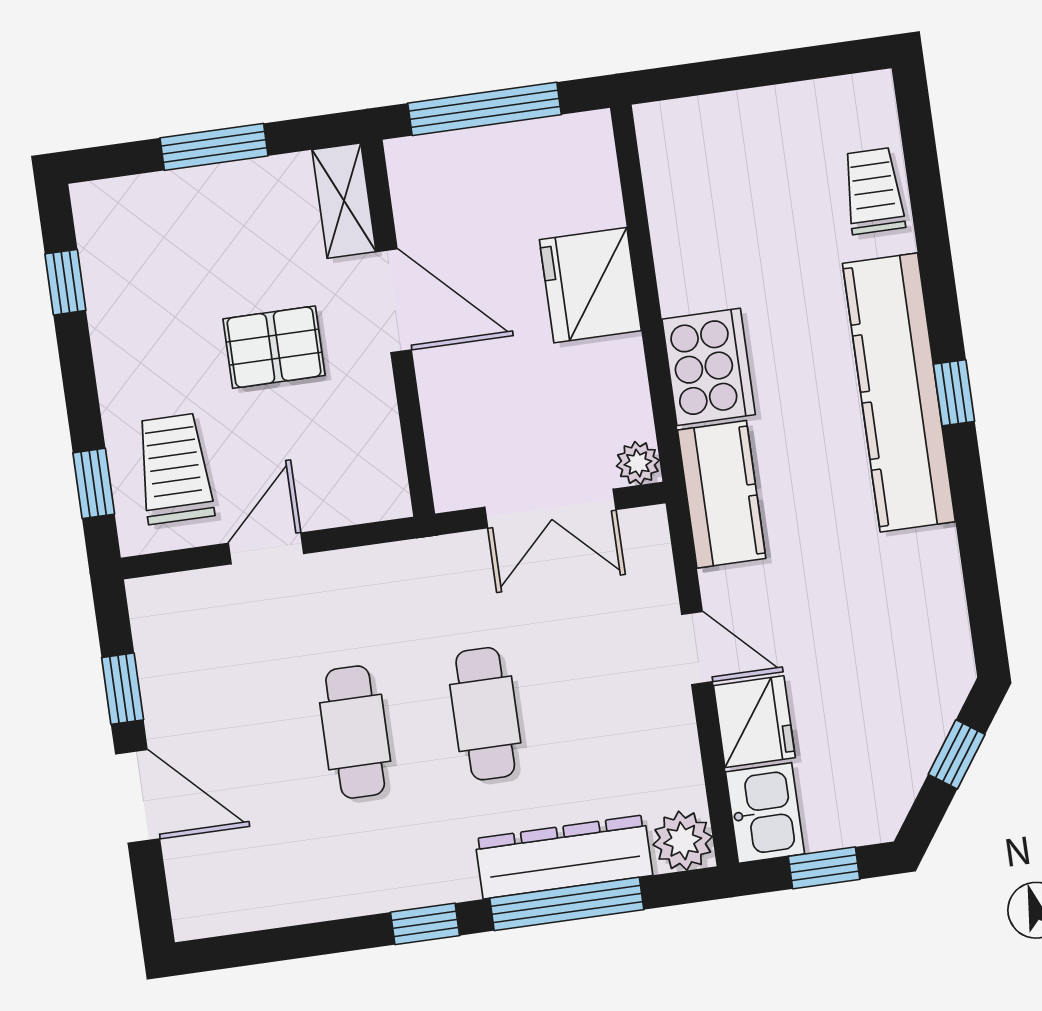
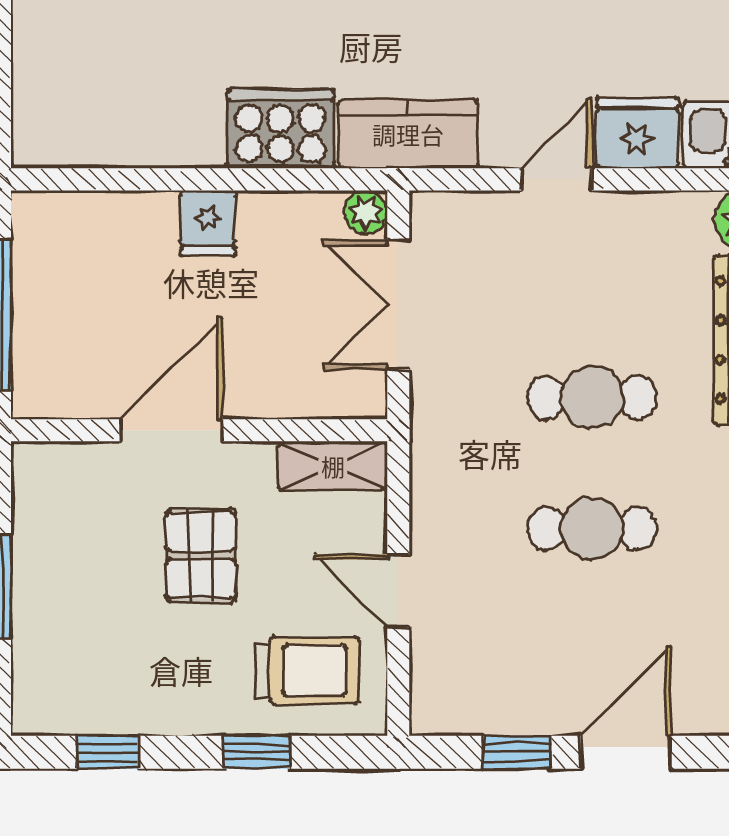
shelving: (344, 201) -> (333, 466), moved
fridge: (590, 285) -> (208, 223), width x0.53, depth x0.75
trolley: (175, 469) -> (307, 670), turned 180
window: (94, 483) -> (257, 752), moved
double door: (550, 508) -> (398, 305), swing flipped

